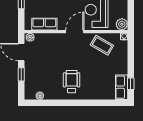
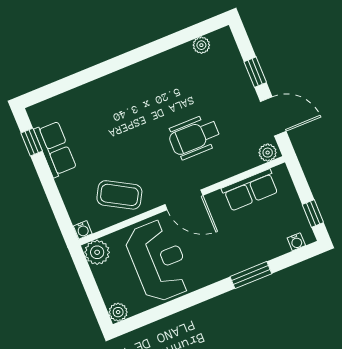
door: (75, 32) -> (184, 200), hinge flipped
wheelchair: (72, 82) -> (194, 137), moved, turned 90
row of seats: (122, 87) -> (55, 149), moved

